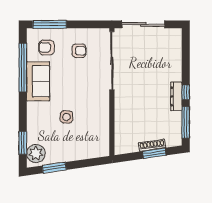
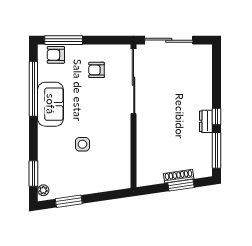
armchair: (47, 47) -> (56, 55), moved
armchair: (79, 51) -> (97, 70), turned 180
dresser: (176, 96) -> (206, 121), width x0.70
plant: (36, 154) -> (43, 190), width x0.53, depth x0.53

